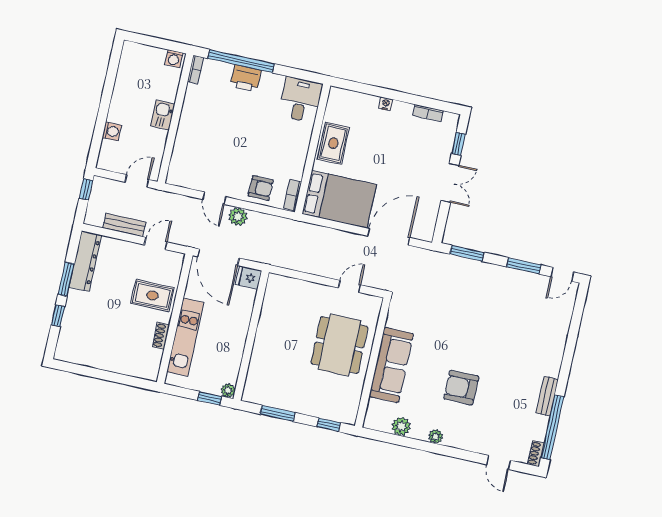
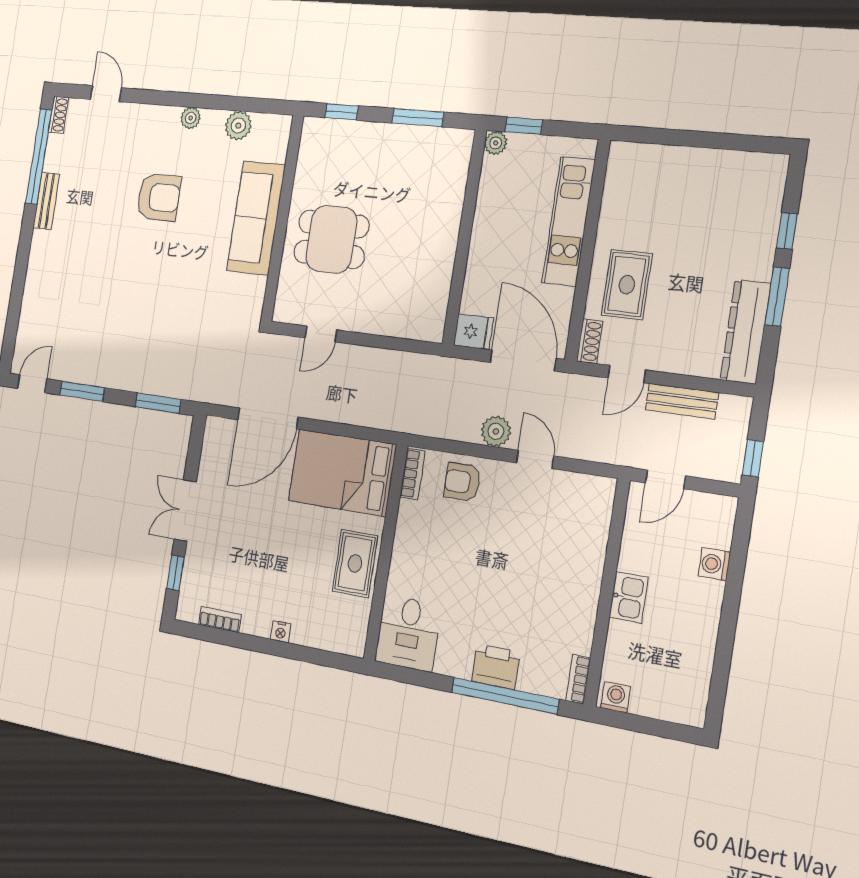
rug: (152, 296) -> (627, 285), turned 90
shoe rack: (161, 336) -> (590, 341), moved
dining table: (339, 345) -> (331, 239), width x0.73

